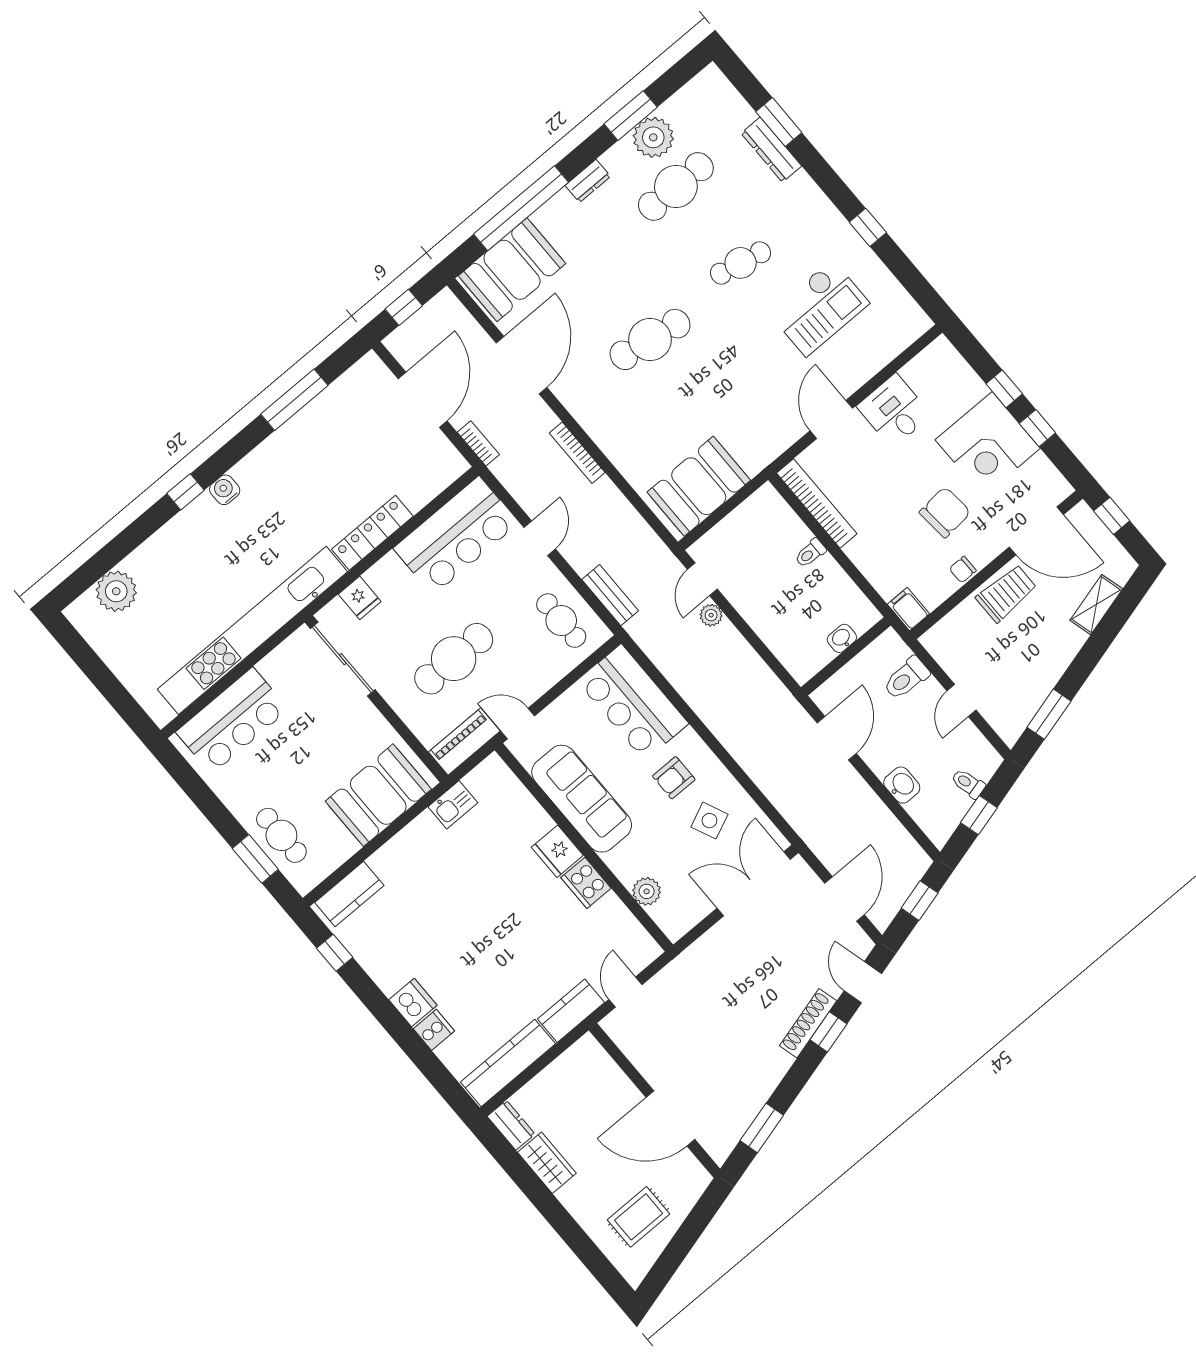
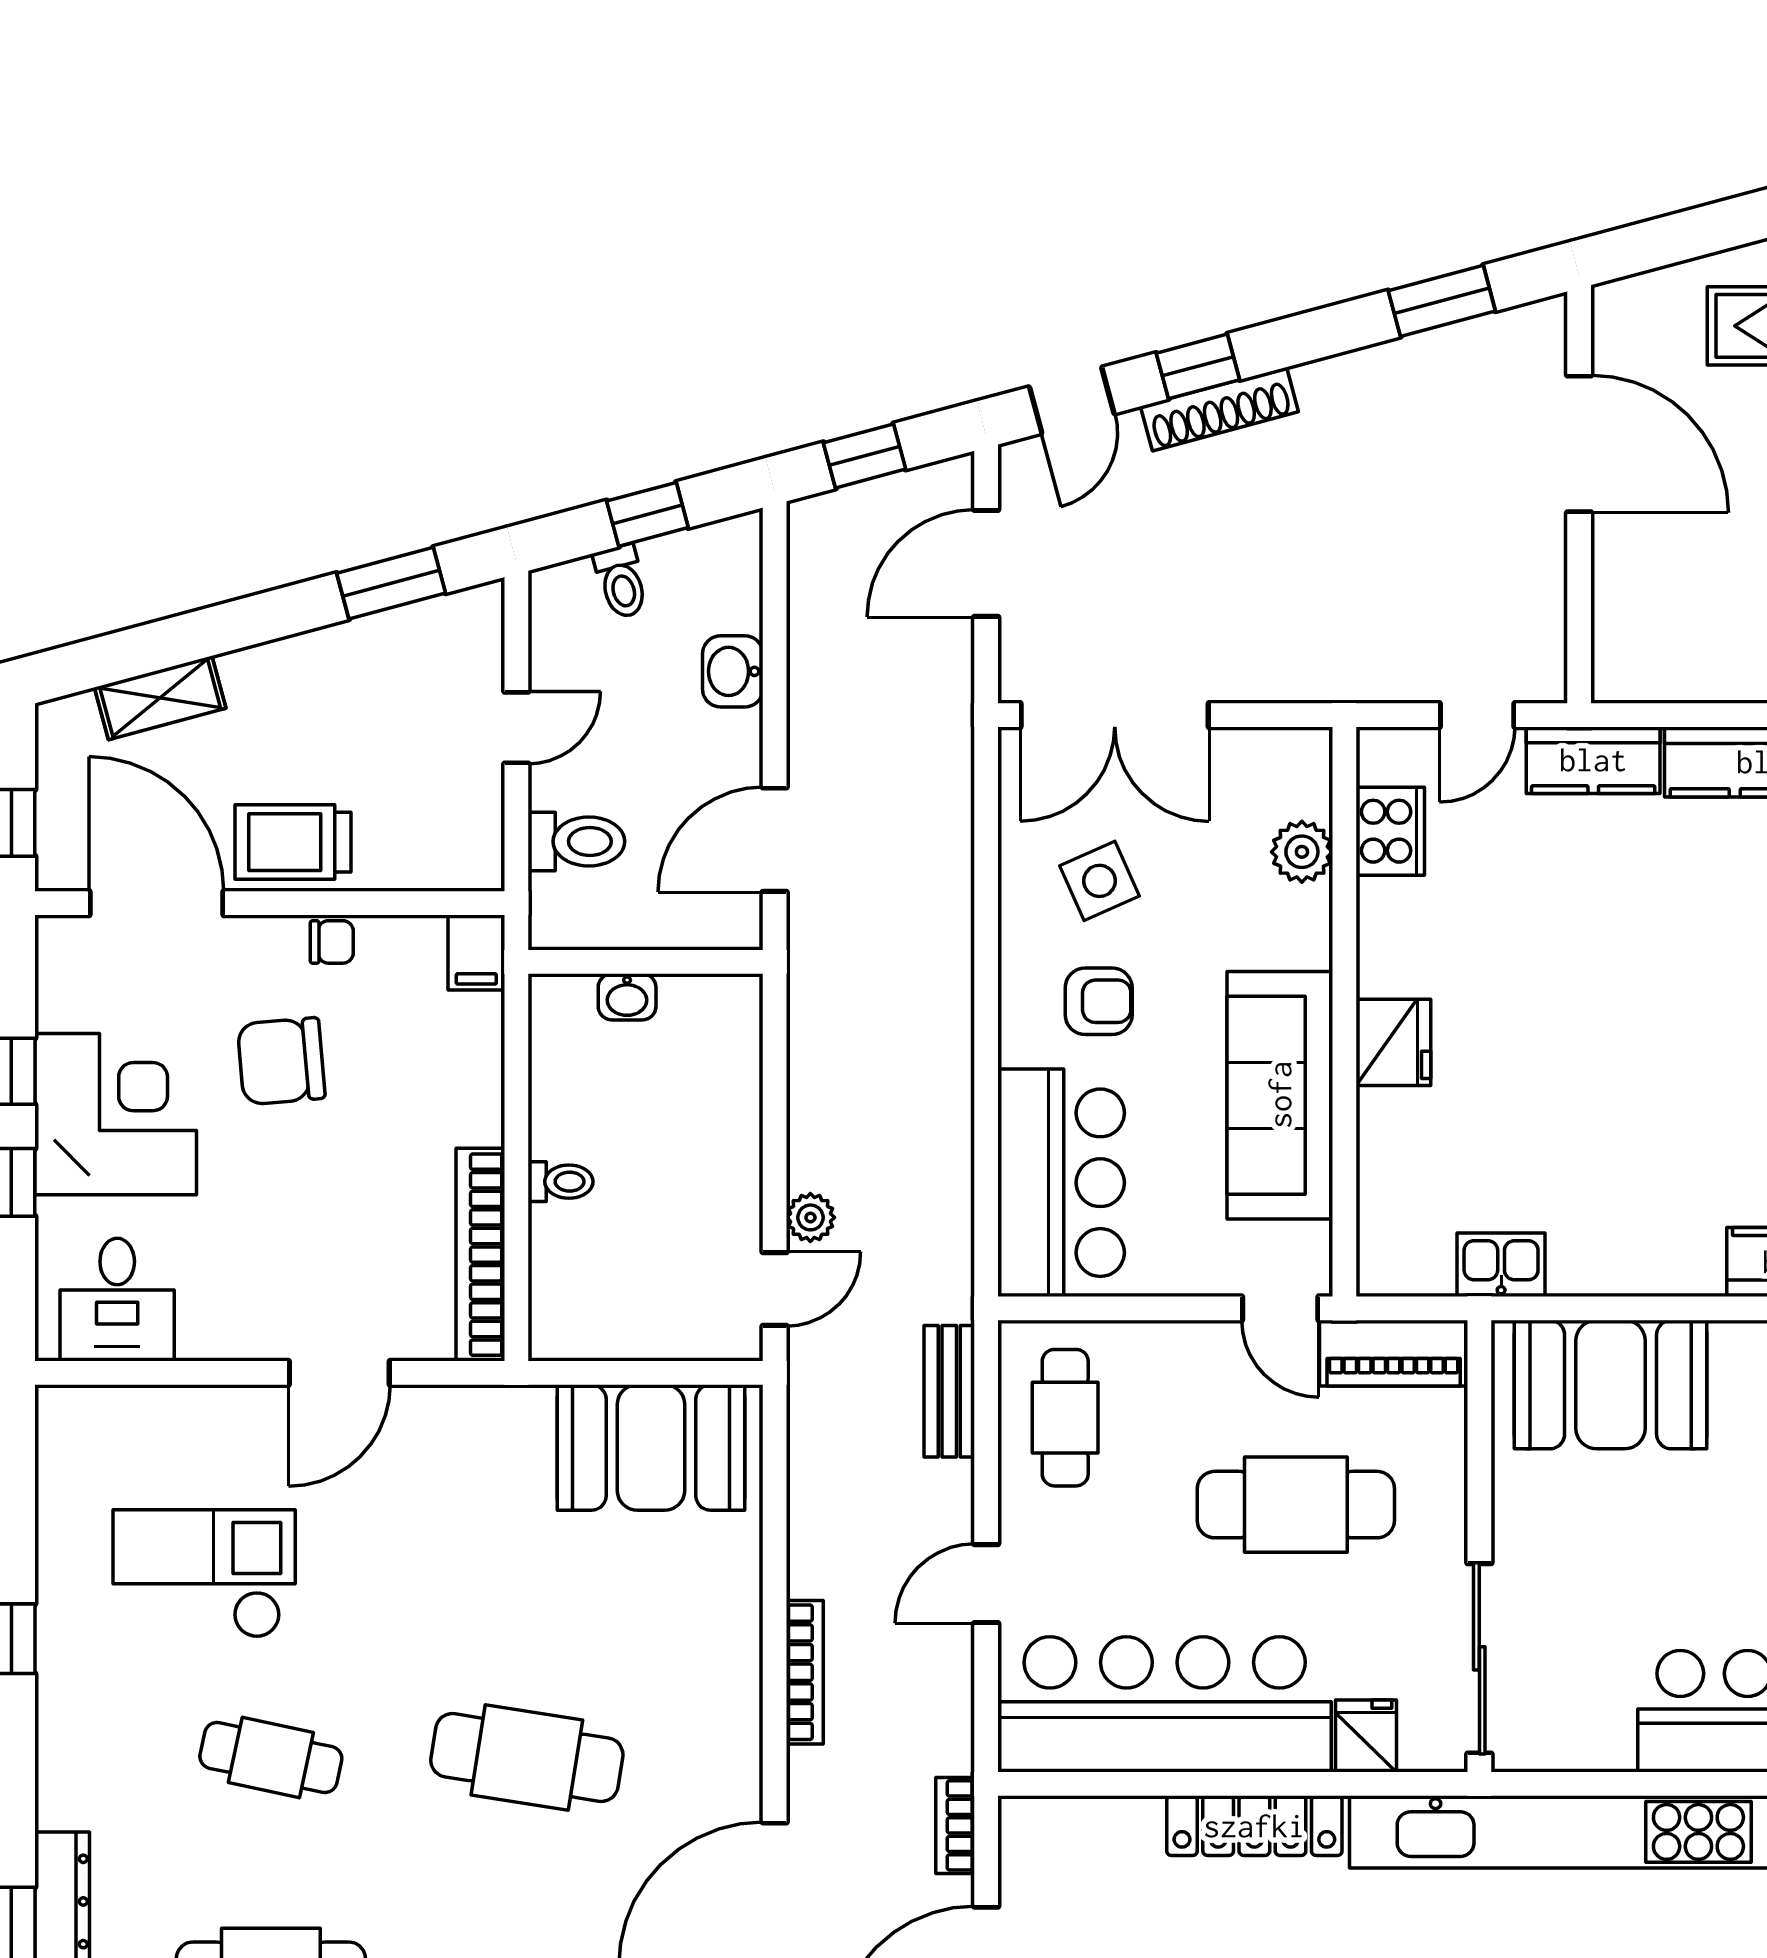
desk: (894, 411) -> (117, 1300), moved
bar counter: (456, 536) -> (1165, 1704), width x1.36
cooker: (586, 883) -> (1390, 831), moved

